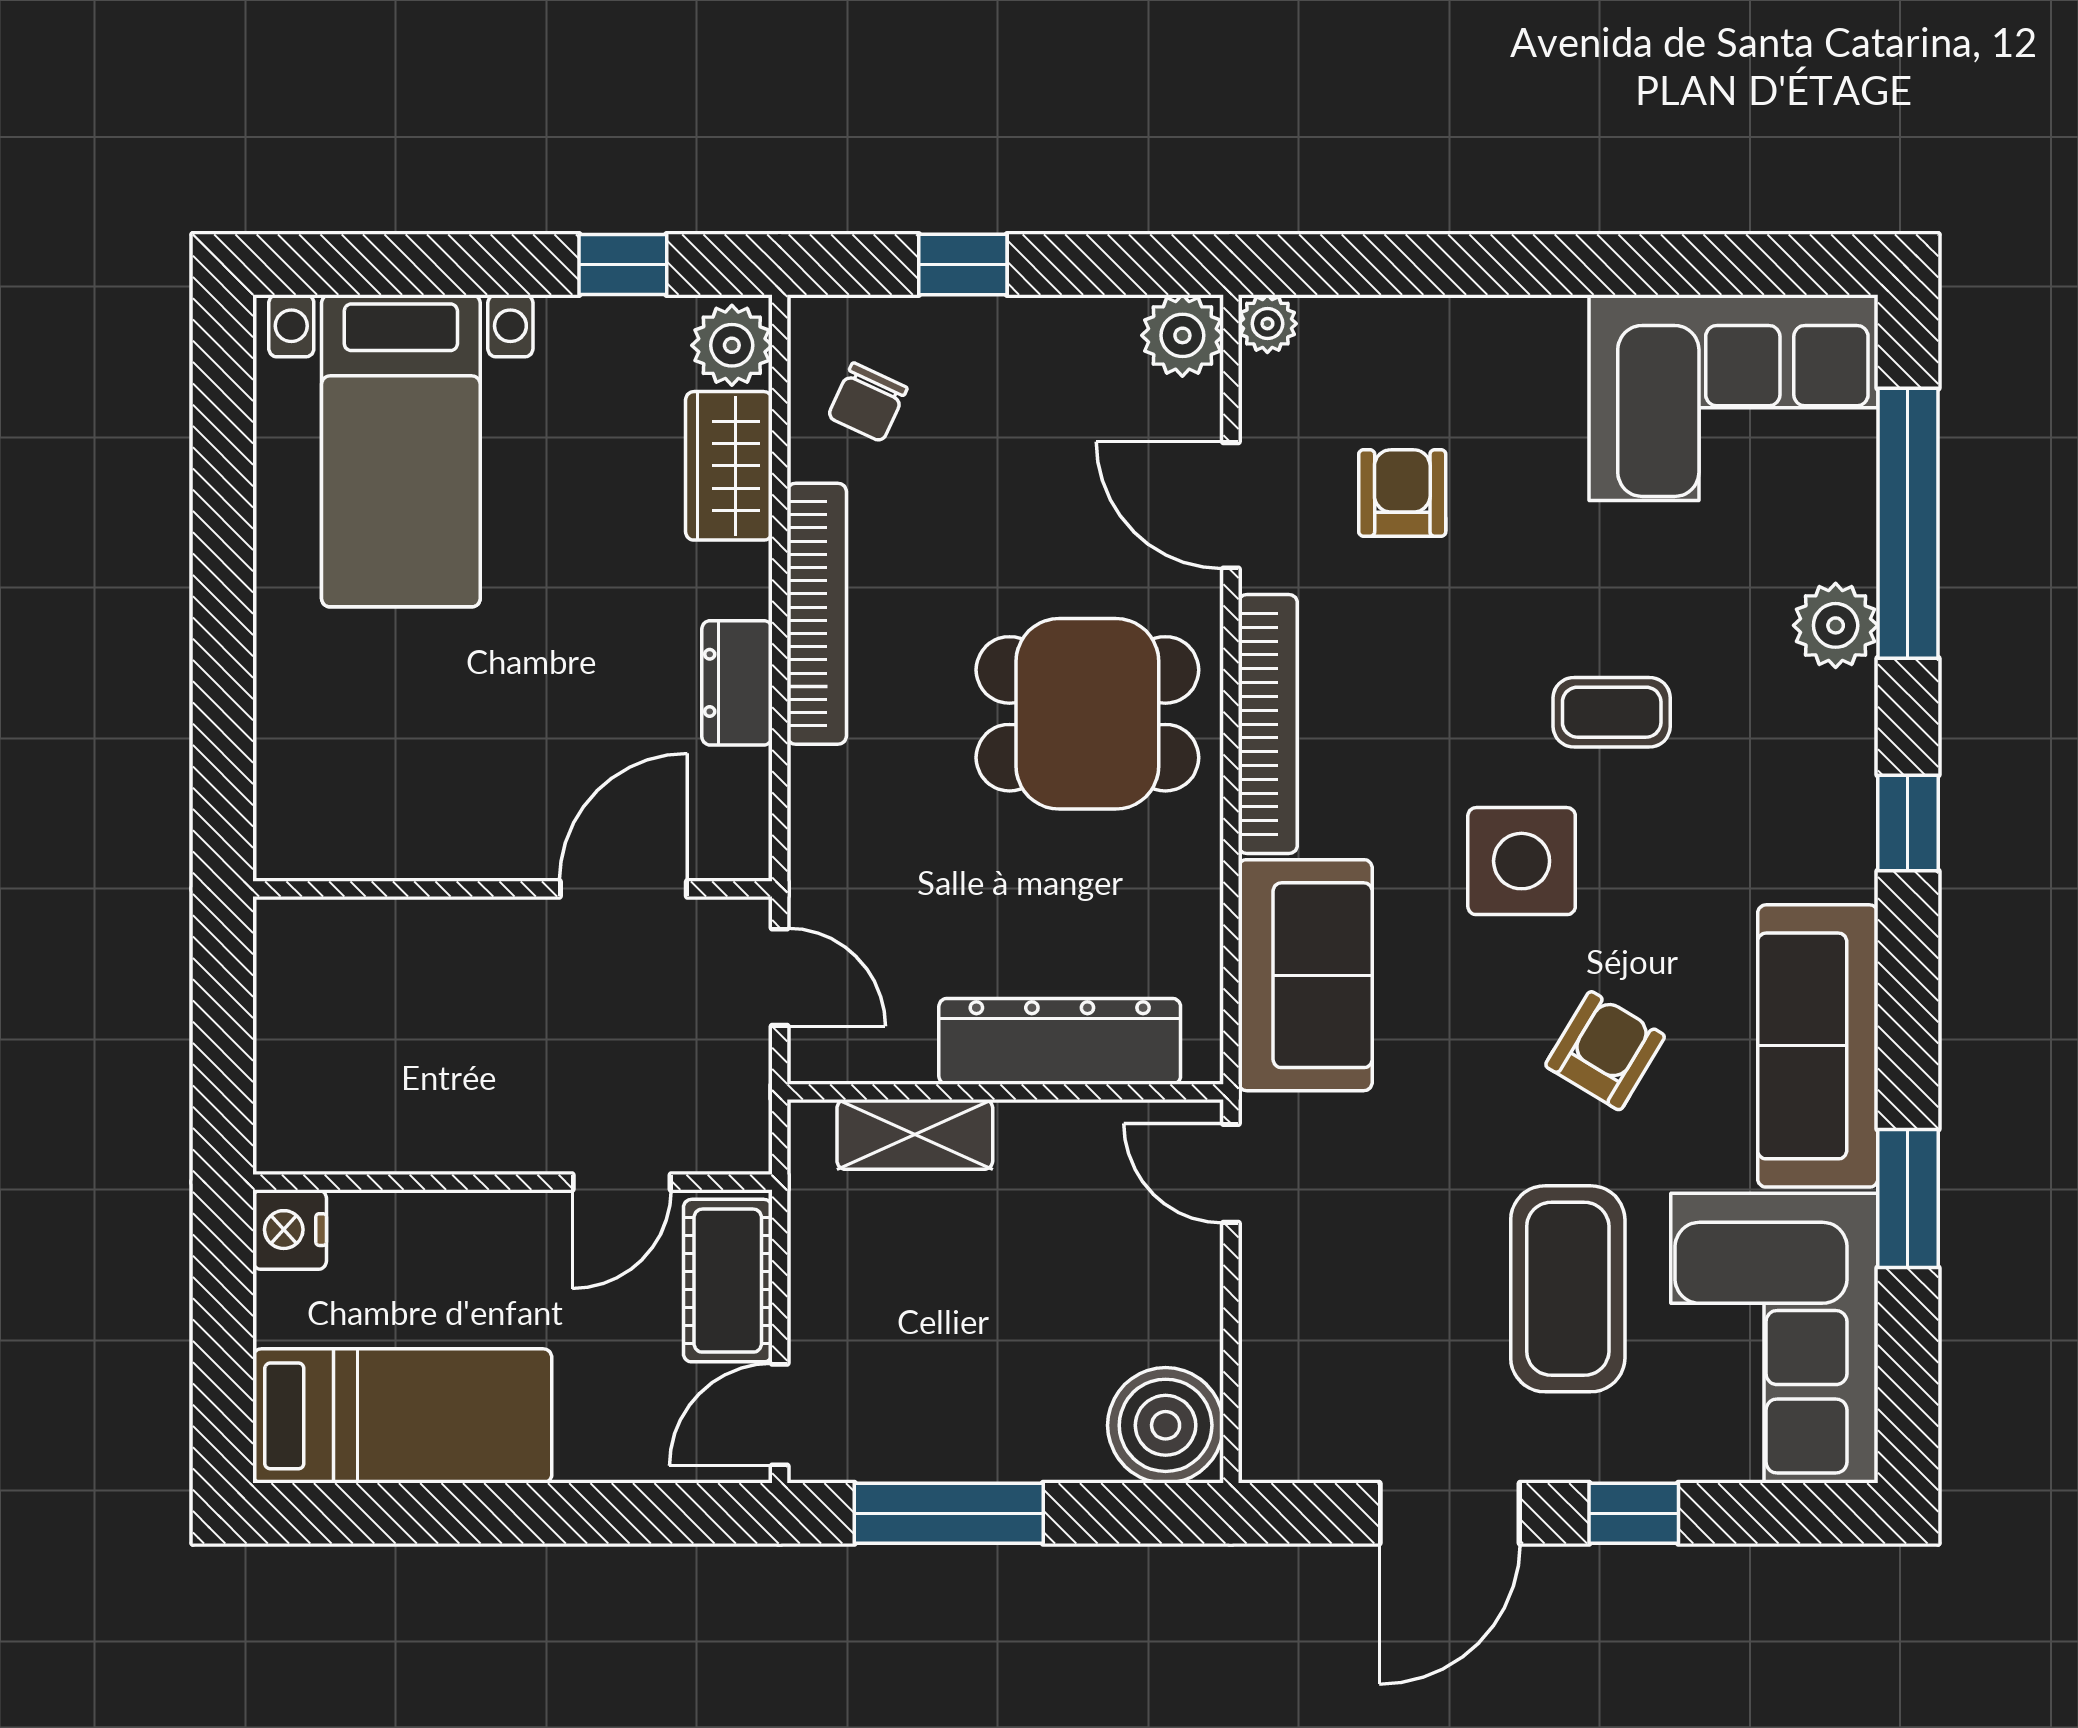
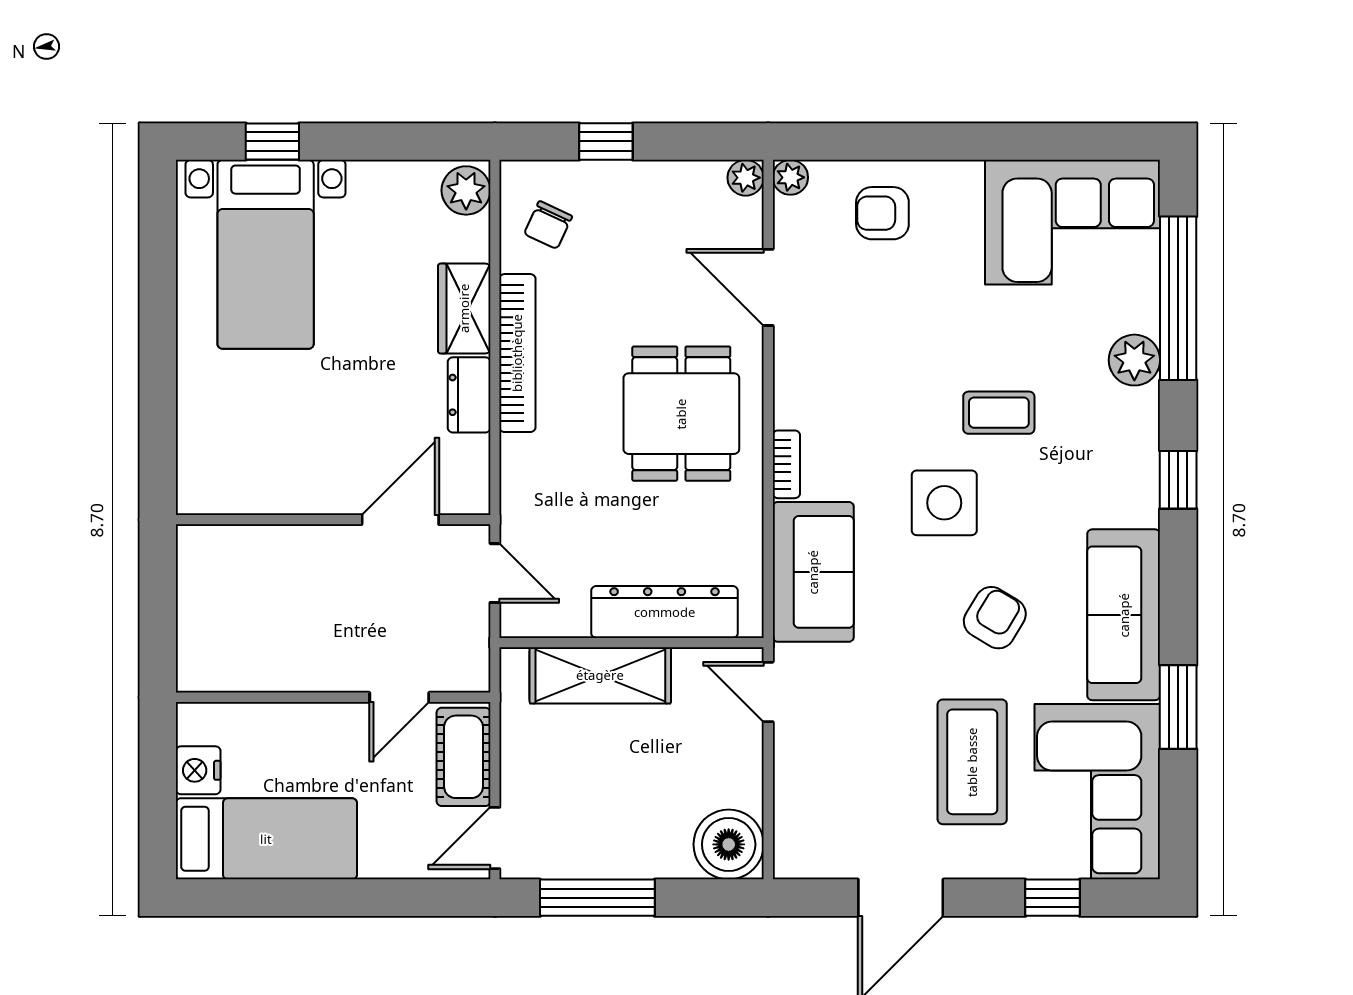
window: (623, 264) -> (272, 141), moved
plant: (1182, 335) -> (746, 178), width x0.73, depth x0.73
wardrobe: (729, 466) -> (464, 308), moved
armchair: (1402, 493) -> (882, 213), moved, turned -90
dining table: (1087, 714) -> (681, 414), turned 90
bookcase: (1268, 724) -> (786, 464), width x0.43, depth x0.76
shelving: (915, 1134) -> (600, 675), width x1.50, depth x1.33
nightstand: (290, 1230) -> (198, 770), moved
window: (1634, 1513) -> (1052, 898), moved

